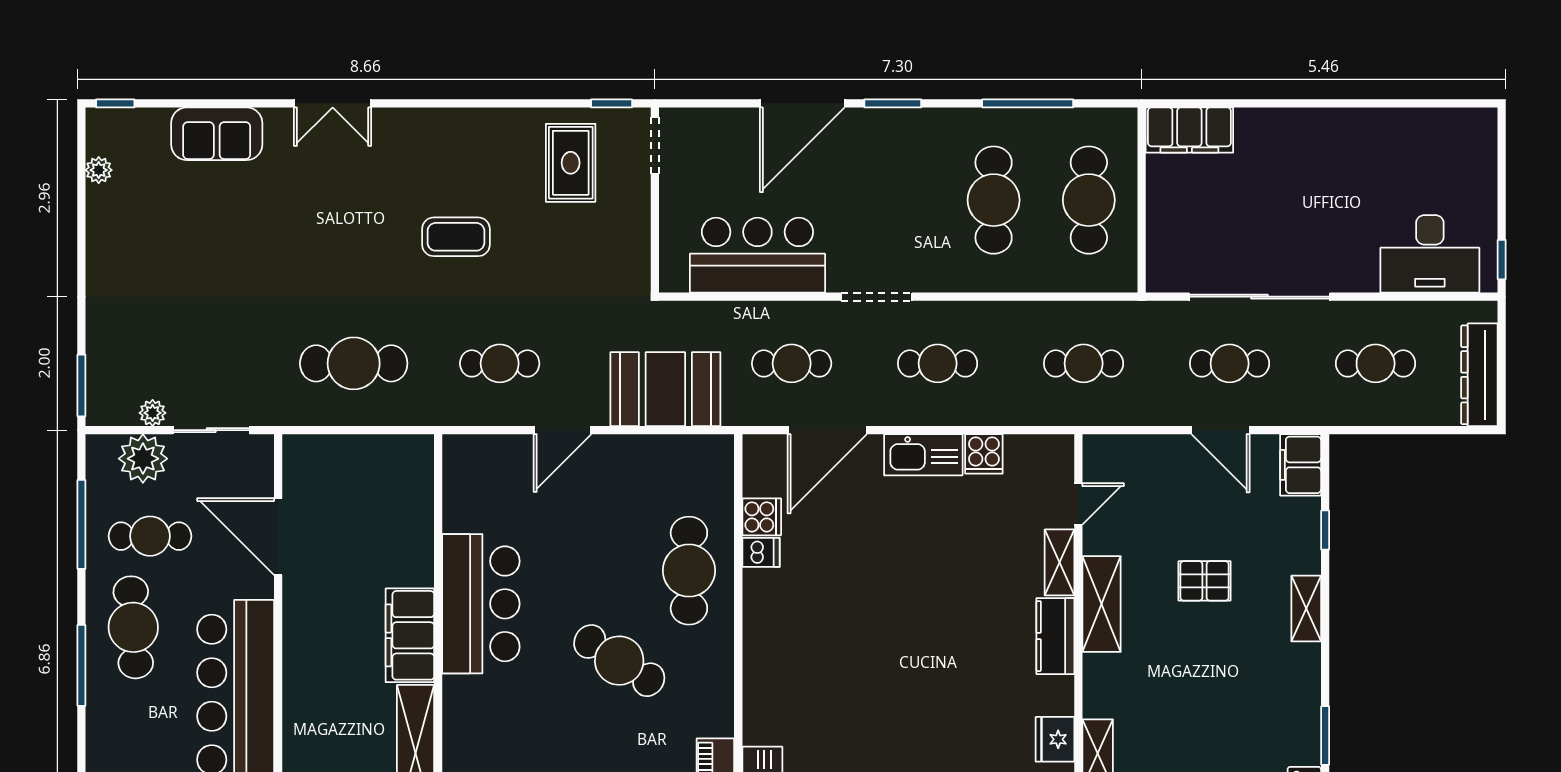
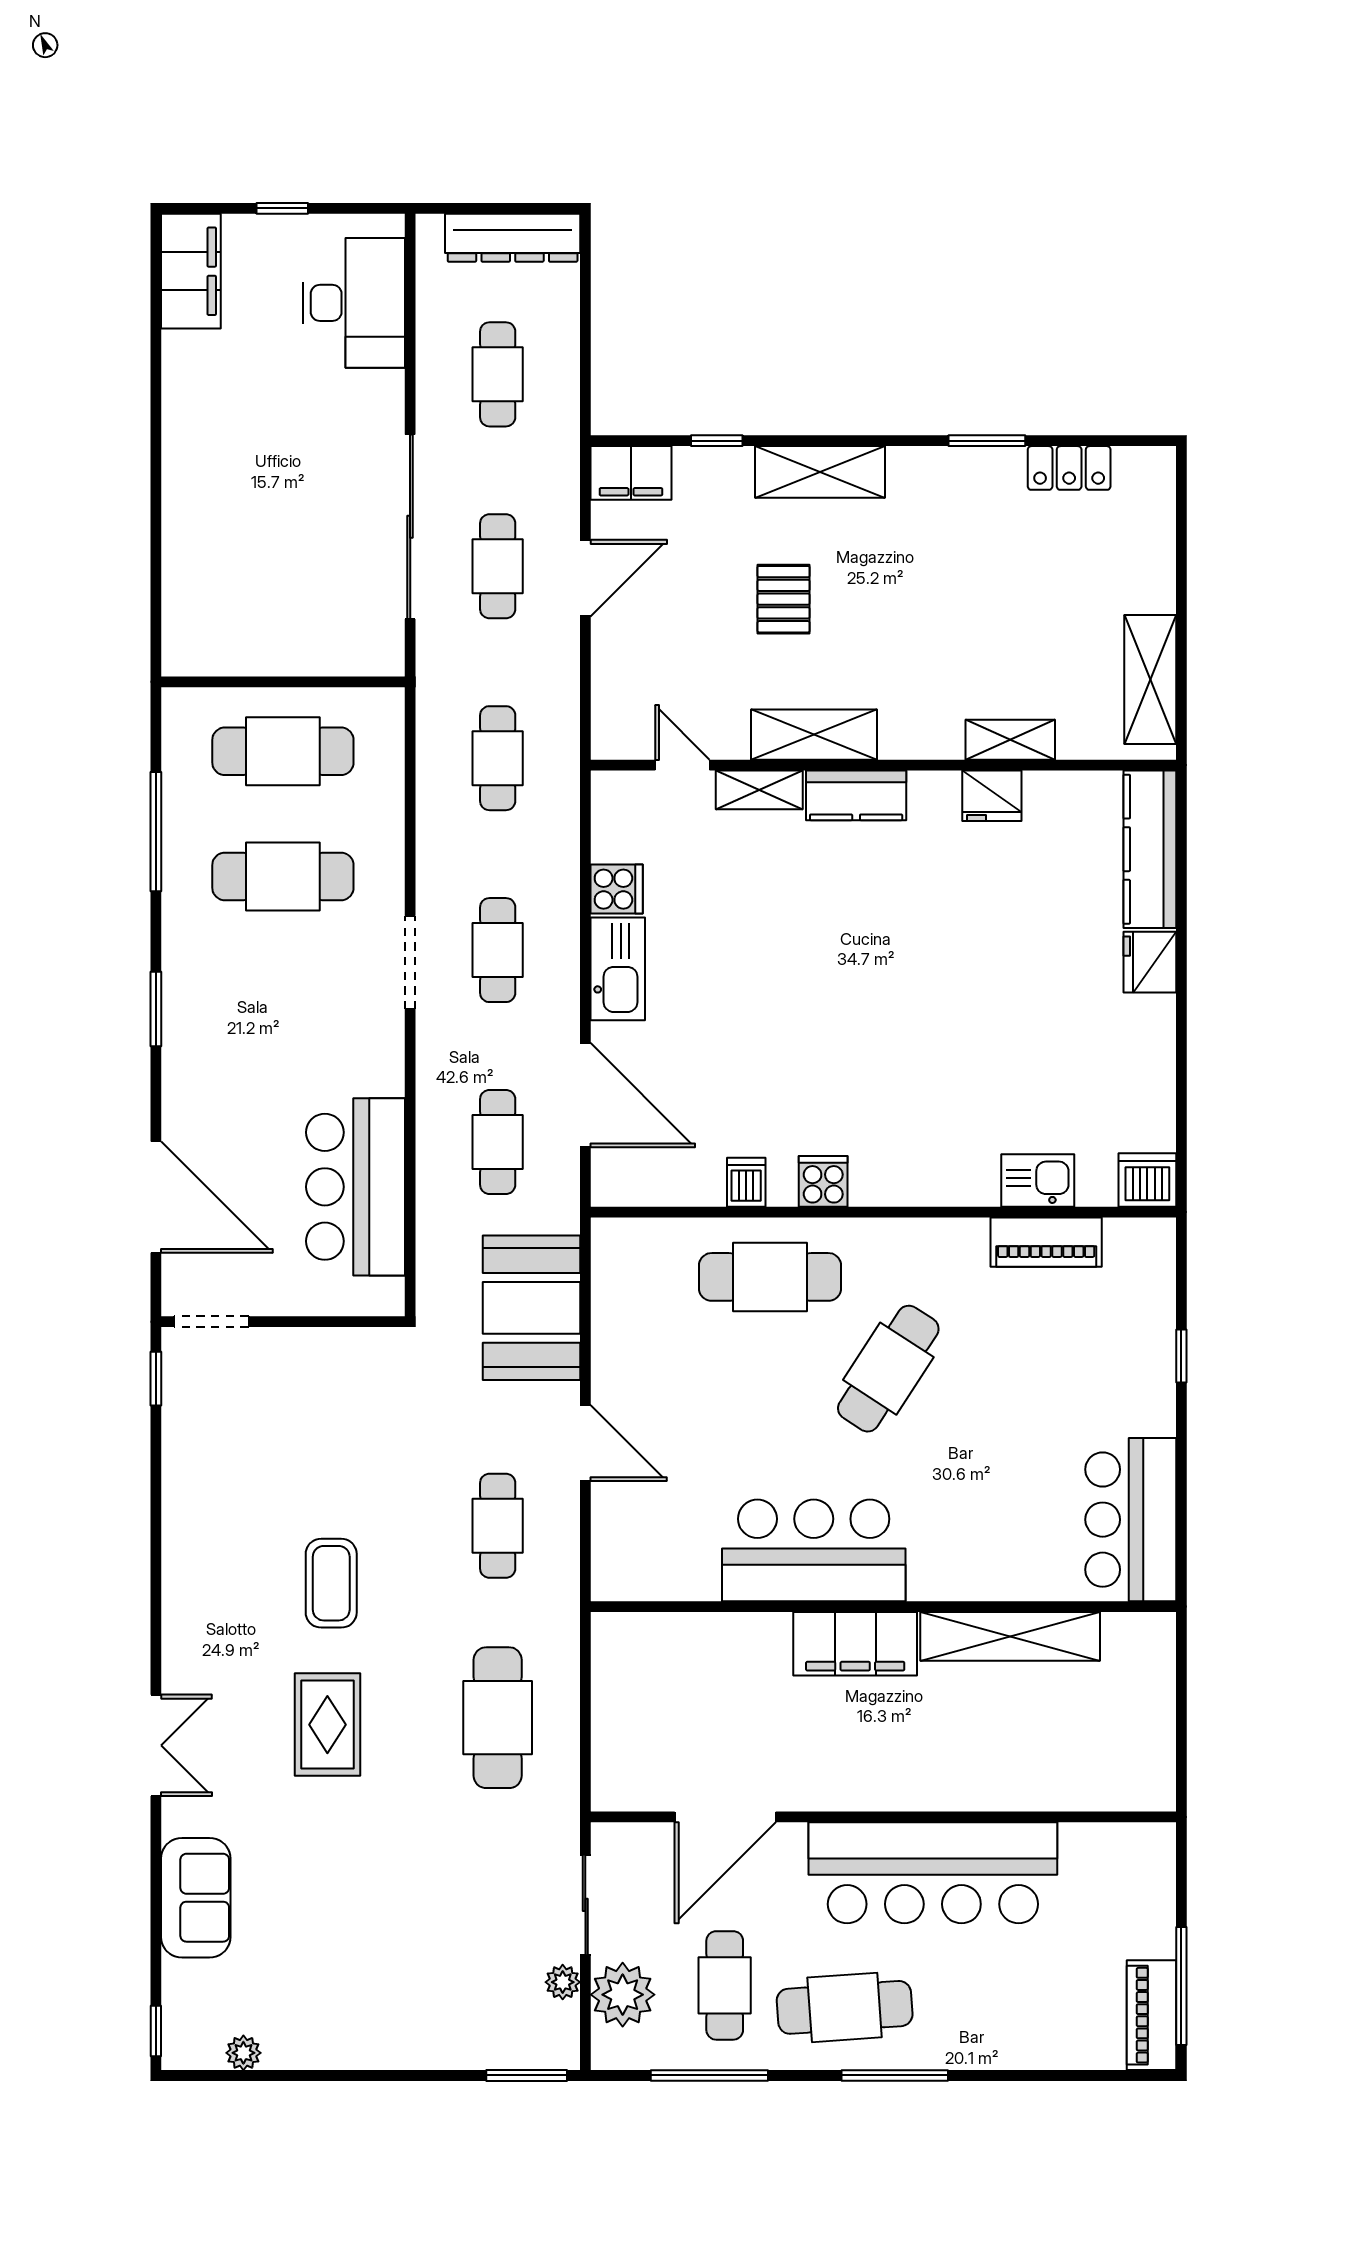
door: (802, 103) -> (156, 1197), moved
filing cabinet: (1189, 130) -> (191, 271), moved
rug: (571, 163) -> (327, 1725), moved, turned 90
window: (1502, 260) -> (282, 208), moved
doorway: (877, 297) -> (410, 962), moved
cooker: (762, 517) -> (823, 1181), moved
shelving: (1306, 609) -> (820, 472), width x1.50, depth x1.33

